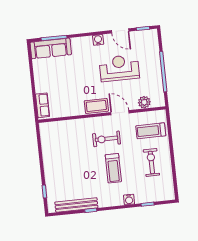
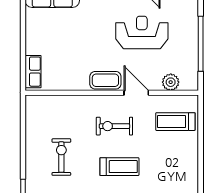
exercise bike: (151, 162) -> (61, 157), moved
treadmill: (113, 168) -> (119, 167), turned -90

